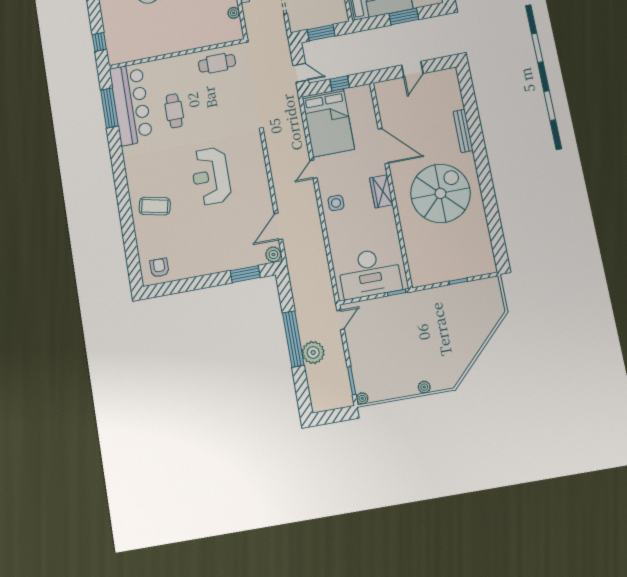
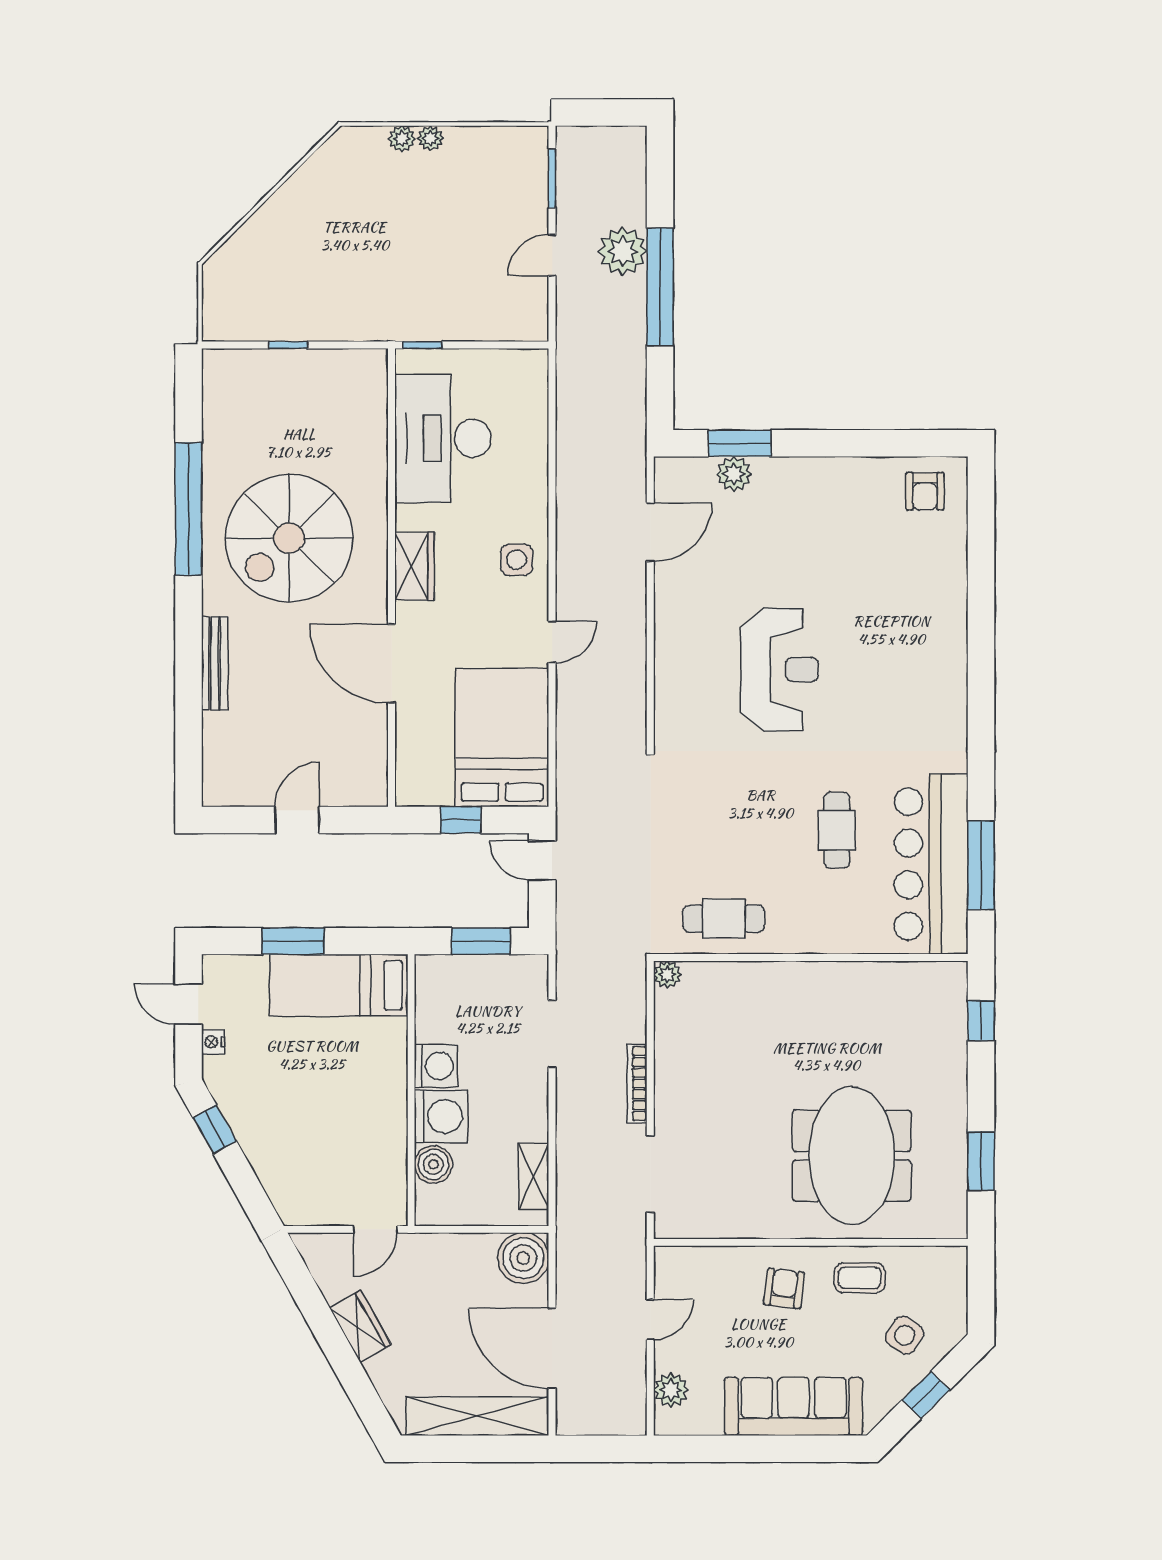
plant: (234, 13) -> (667, 974), moved
window: (489, 198) -> (188, 509), added
coffee table: (155, 206) -> (914, 627), removed
plant: (273, 254) -> (734, 474), moved
desk: (370, 273) -> (443, 438), moved, turned -90
door: (341, 320) -> (552, 255), moved
plant: (362, 398) -> (430, 138), moved

